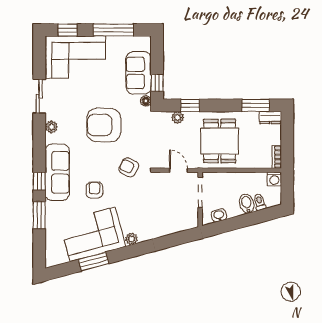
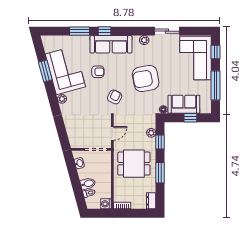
window: (157, 83) -> (190, 118), moved
window: (256, 105) -> (160, 173), moved
armchair: (104, 125) -> (146, 79), turned -100

